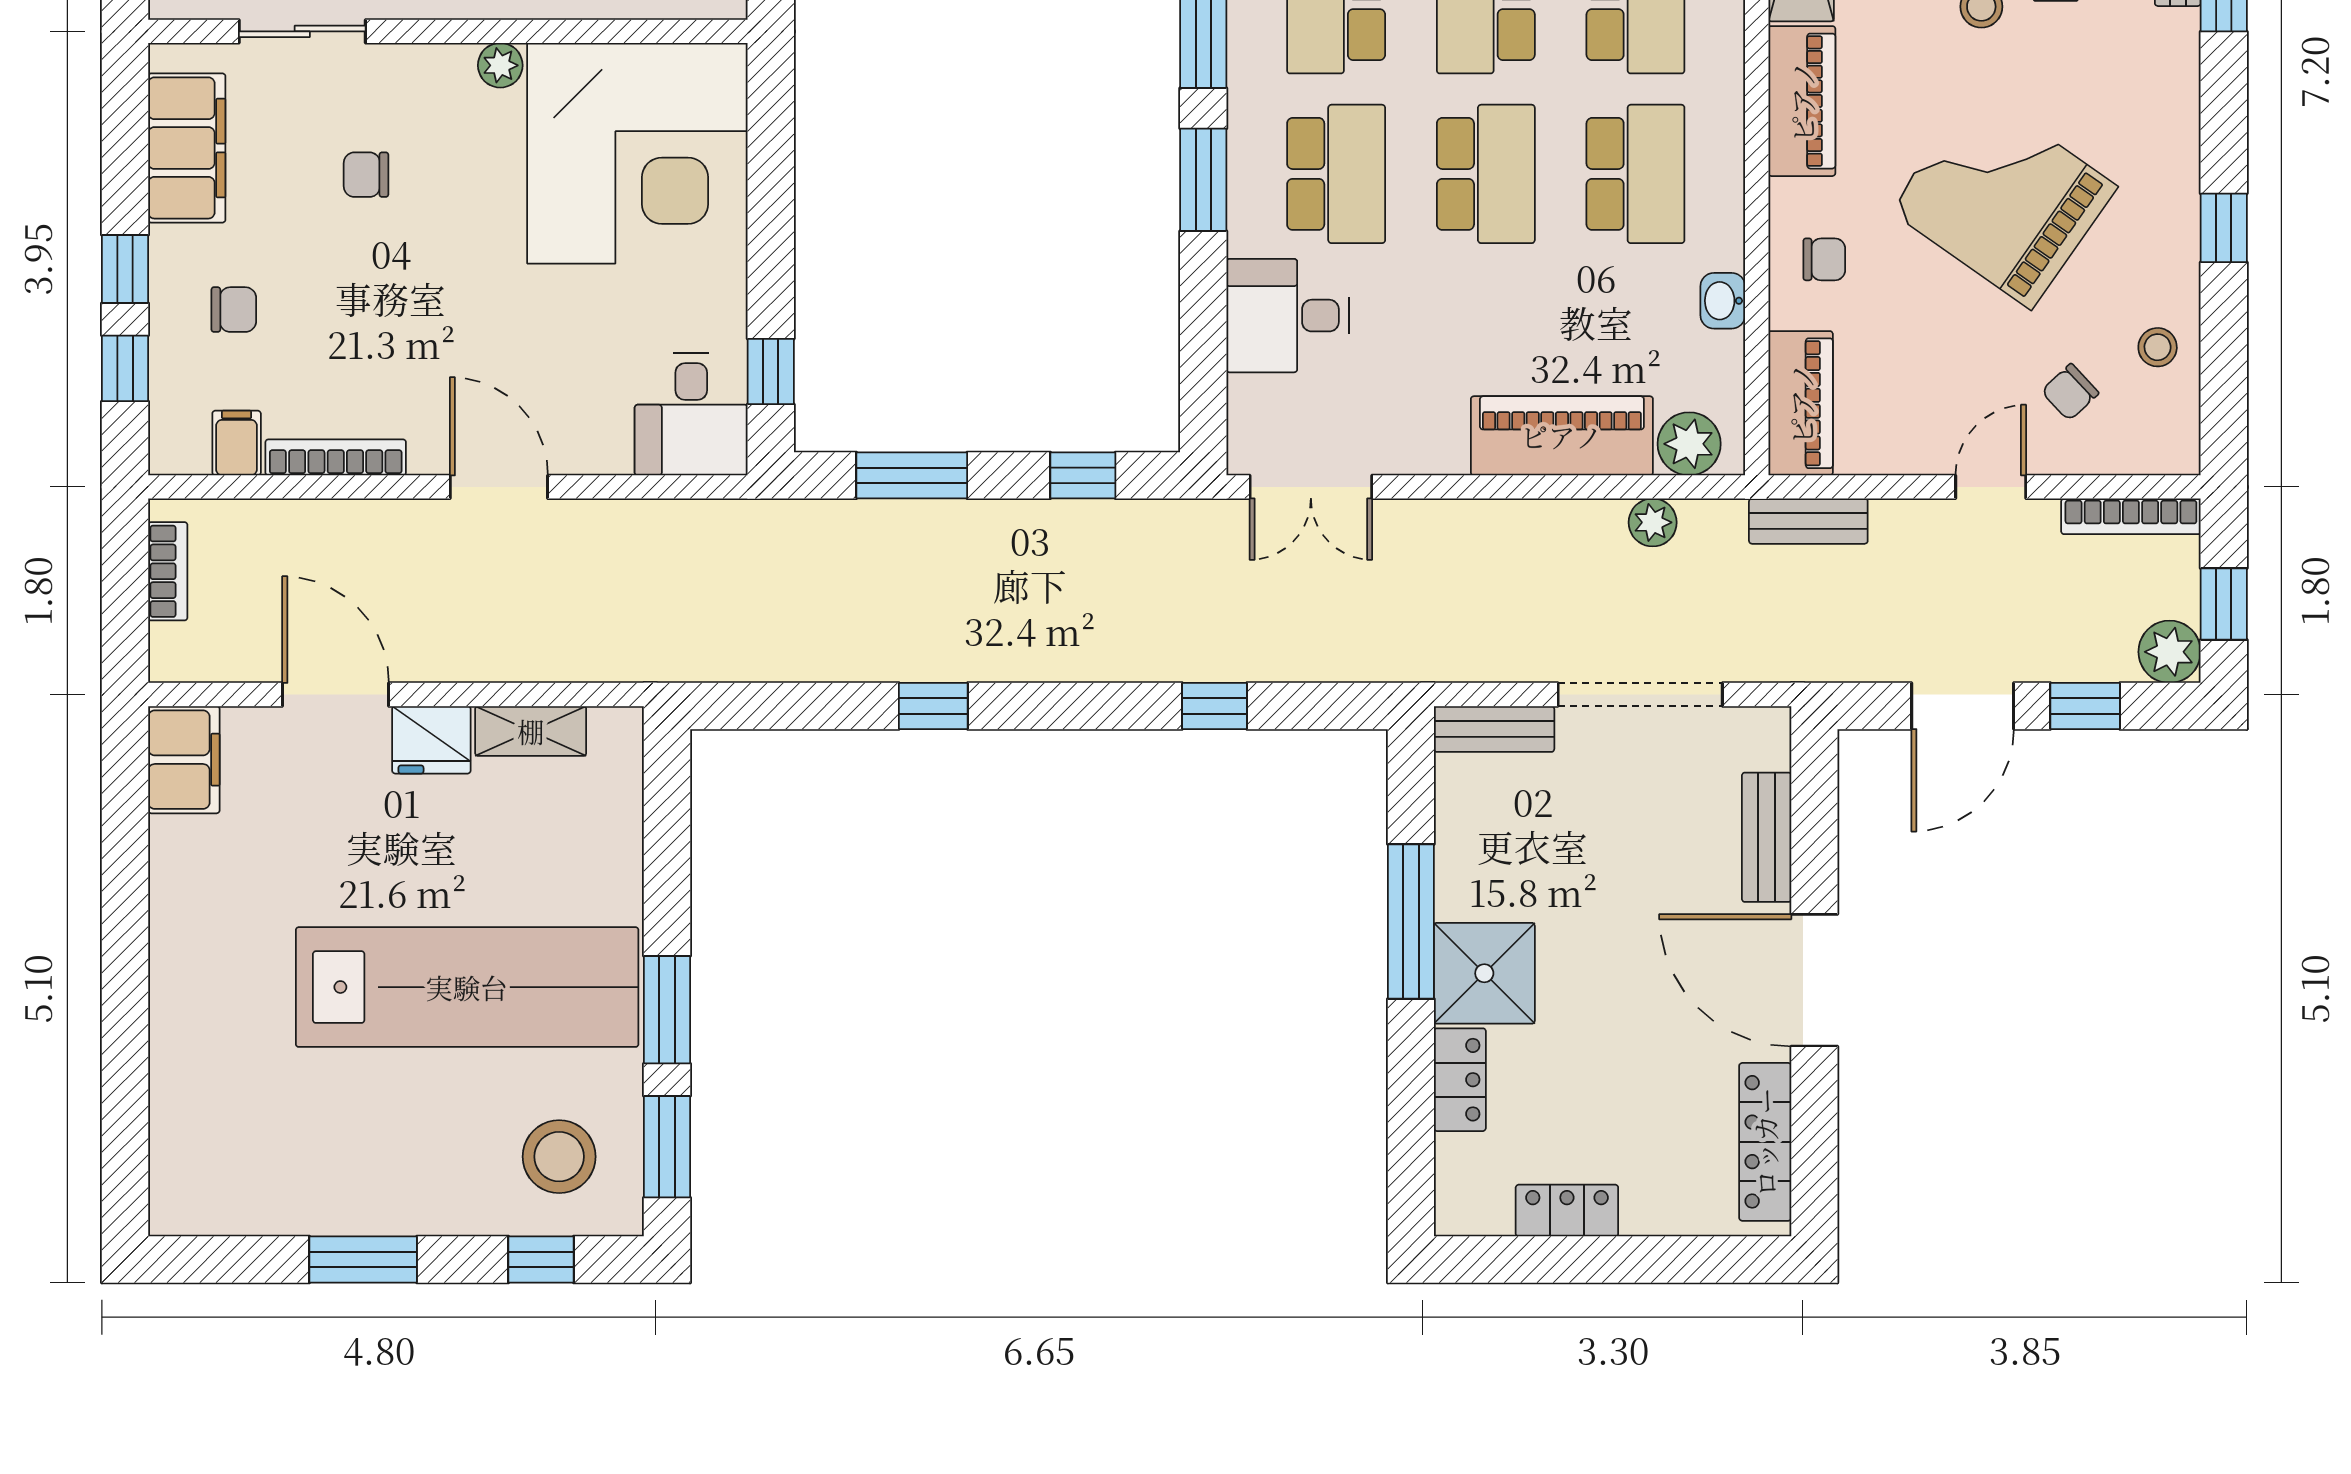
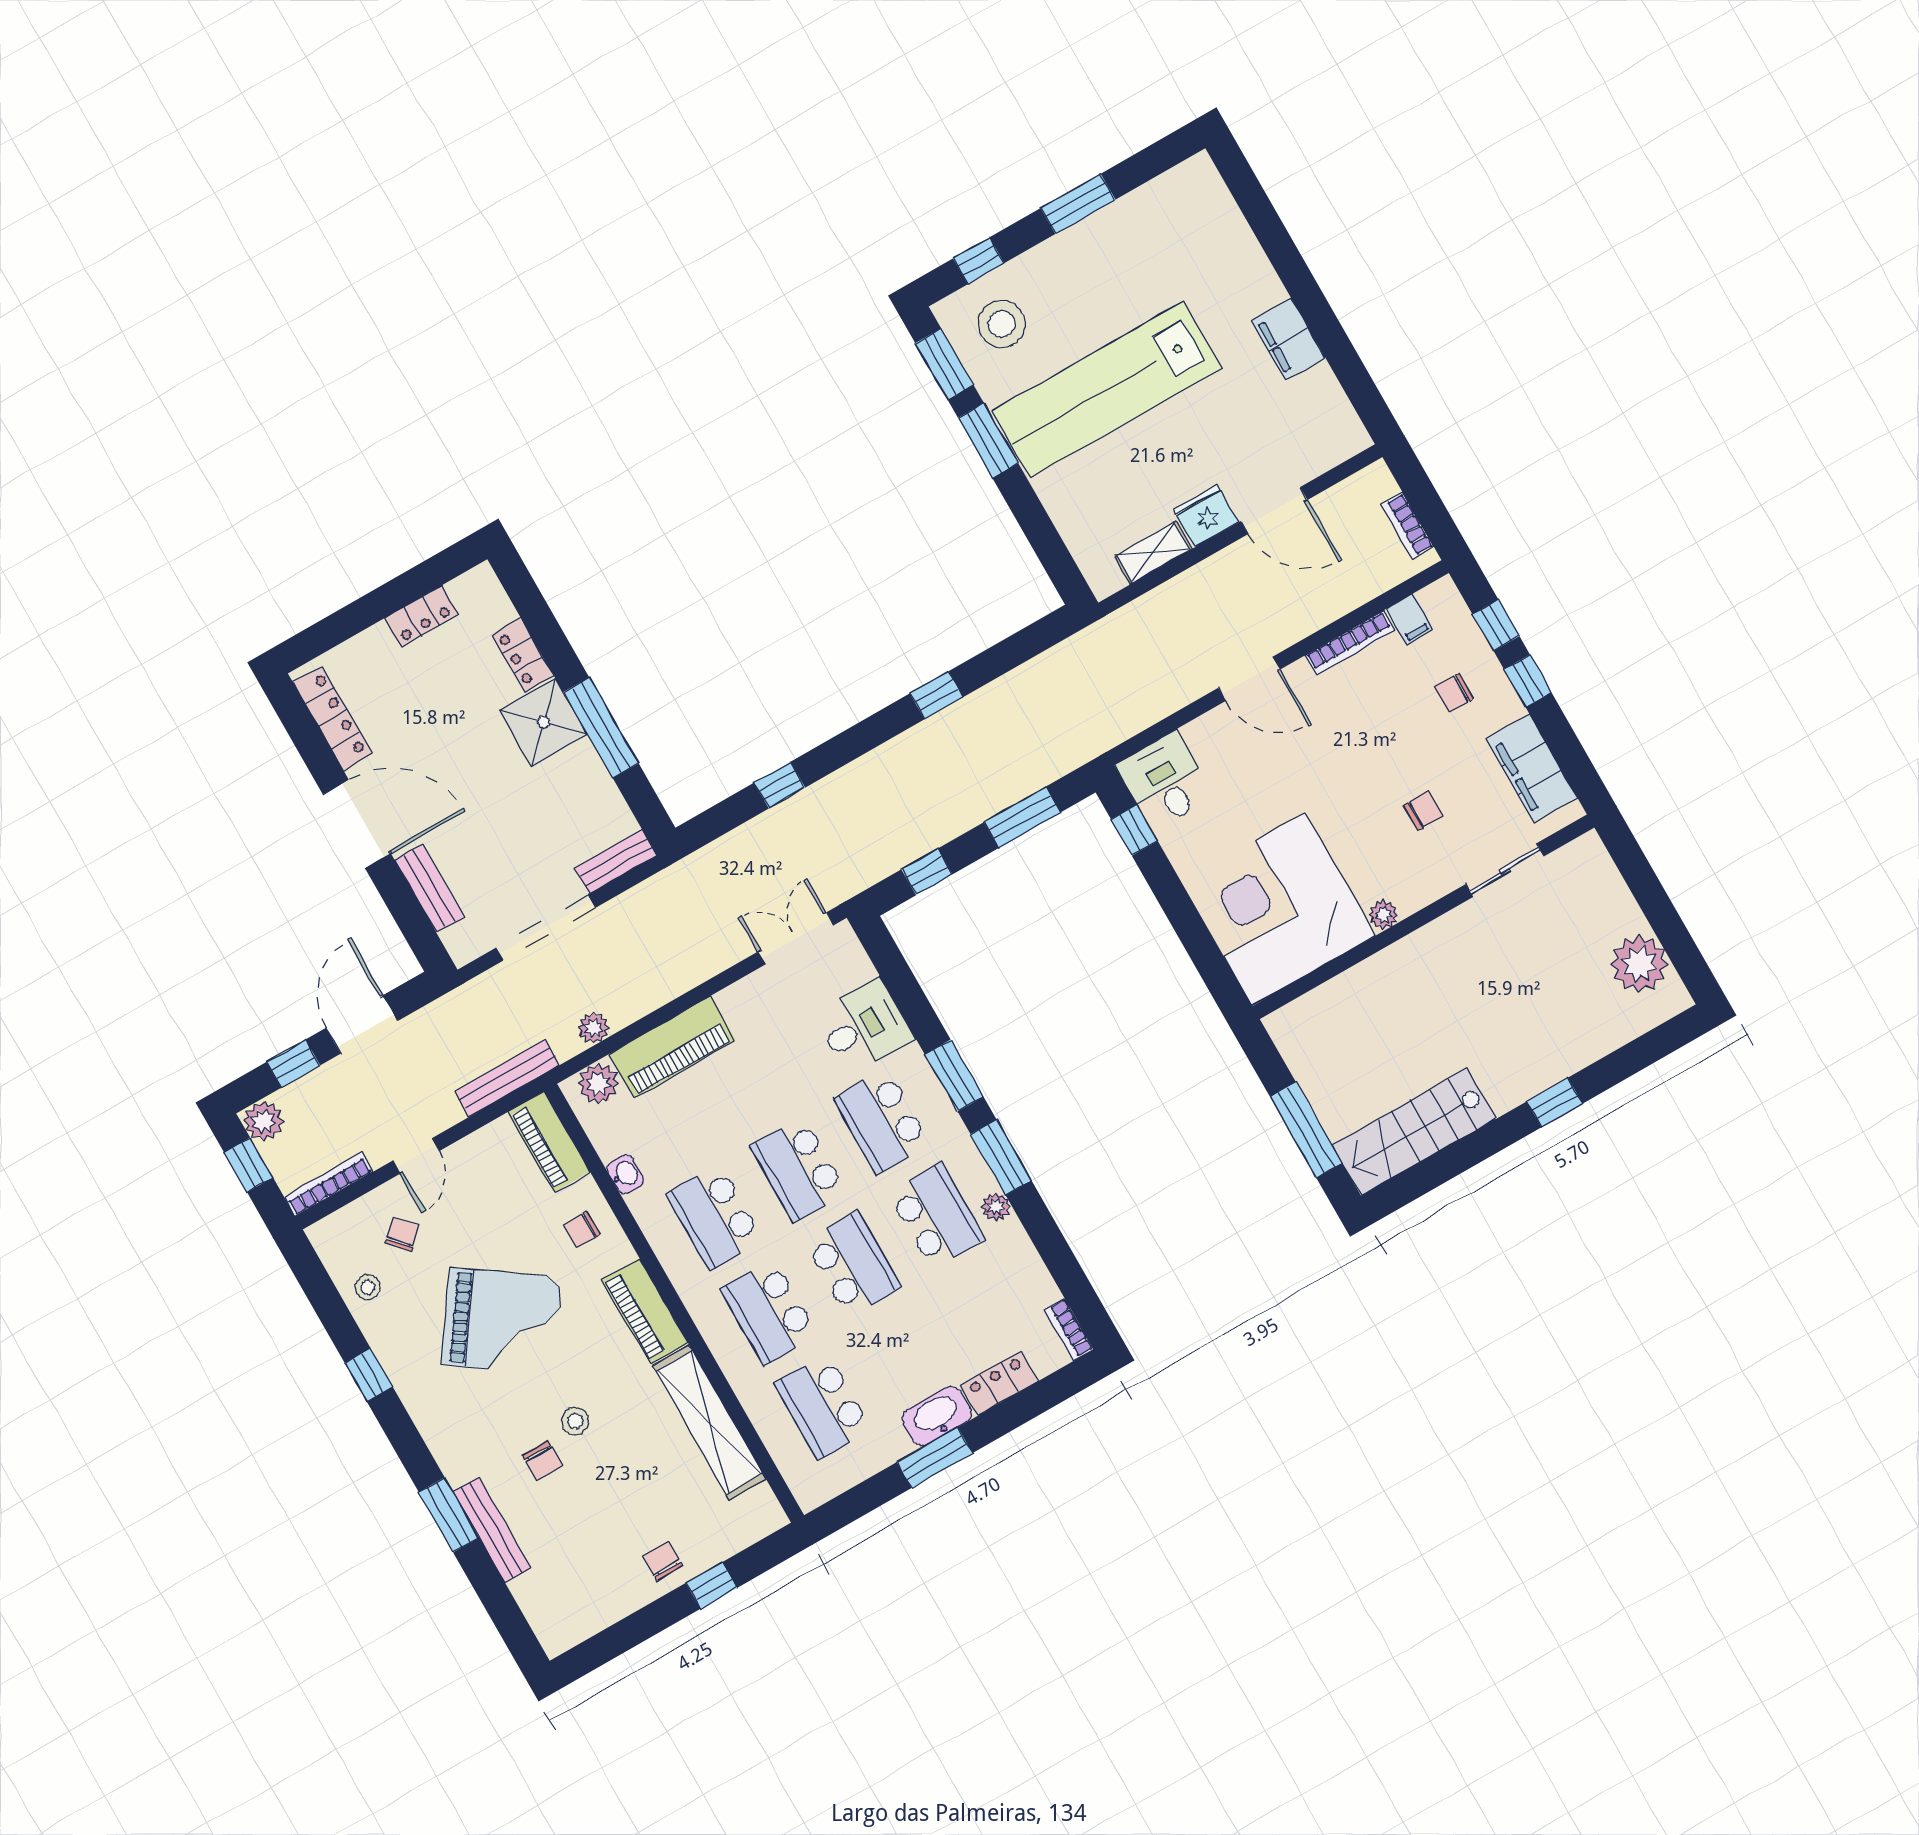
bench: (1808, 521) -> (507, 1078), width x1.36
filing cabinet: (184, 760) -> (1288, 339), moved

